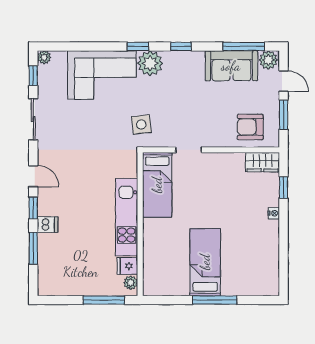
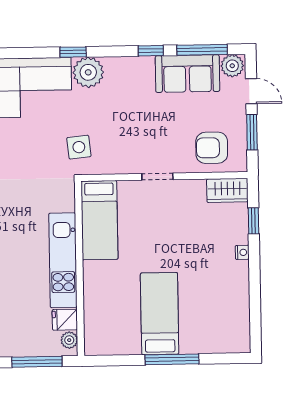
window: (181, 46) -> (151, 51), moved
doorway: (189, 150) -> (157, 177), moved

